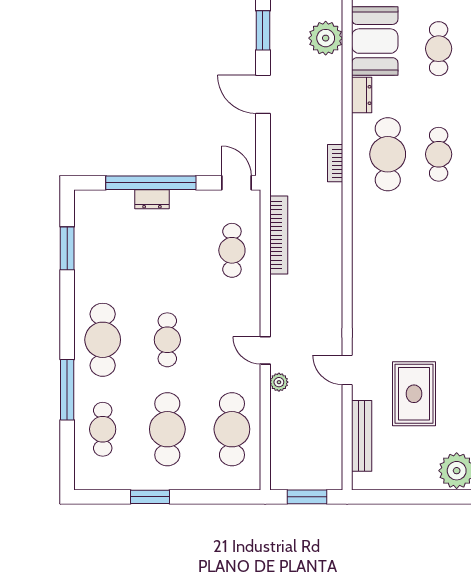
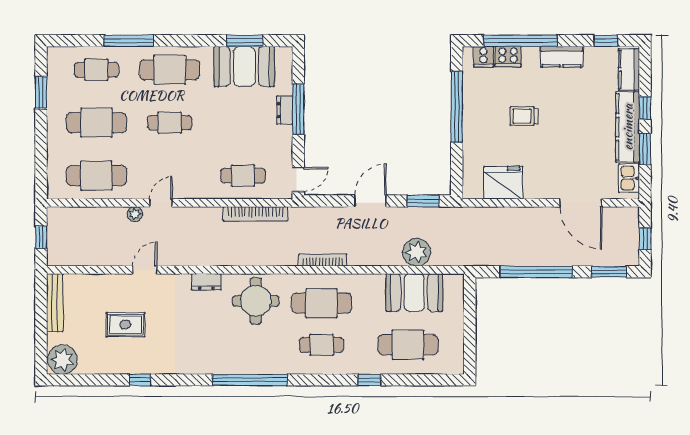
cafe table: (439, 49) -> (408, 345), width x1.37, depth x1.35
dresser: (362, 95) -> (206, 282), moved
bookcase: (335, 163) -> (323, 260), width x1.56
window: (151, 183) -> (298, 109), width x0.68
round table: (385, 235) -> (256, 301), added
booth: (99, 249) -> (244, 66), added
rug: (414, 394) -> (125, 325), width x0.73, depth x0.70
bench: (362, 436) -> (55, 303), moved, turned 90
window: (150, 497) -> (41, 92), moved
window: (307, 497) -> (41, 237), width x0.67

